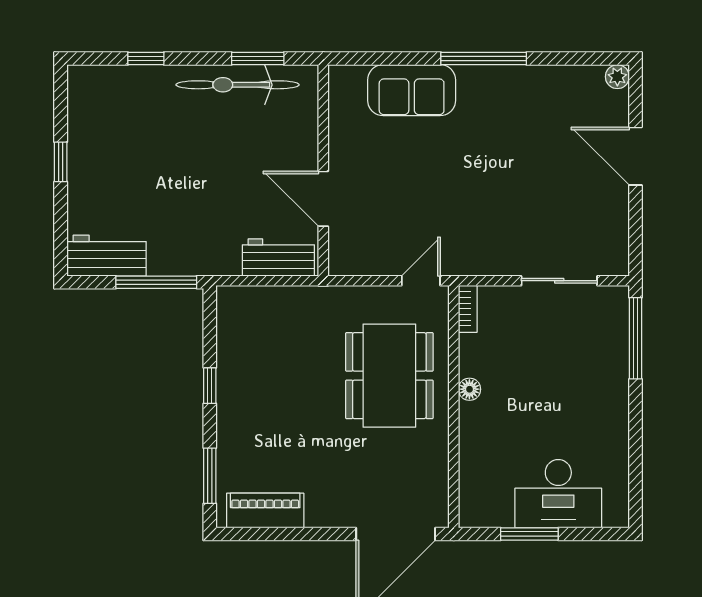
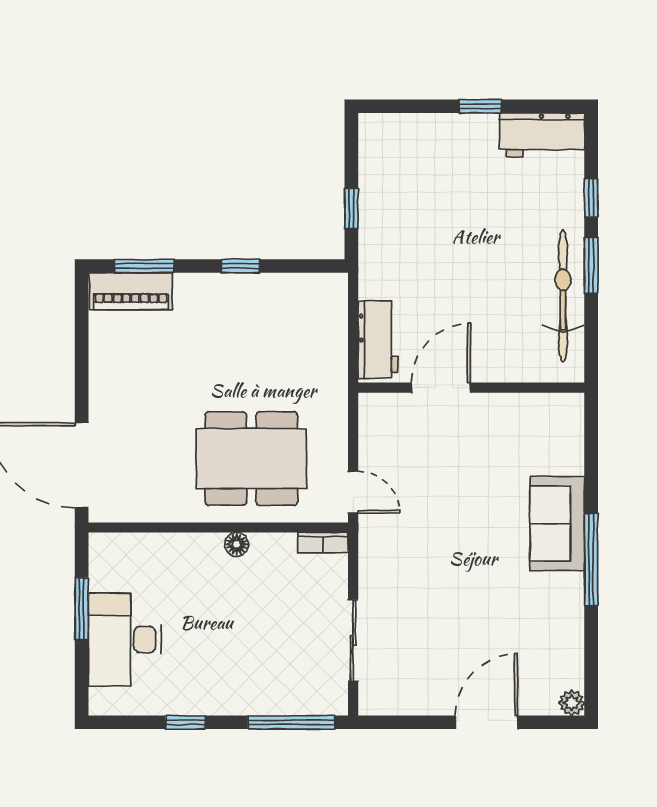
window: (258, 59) -> (591, 266), moved
sofa: (412, 90) -> (557, 523), moved
workbench: (107, 256) -> (542, 135), moved, turned 90
window: (156, 282) -> (351, 209), width x0.46
window: (635, 437) -> (185, 722), added
piano: (265, 510) -> (131, 291), moved, turned 90

